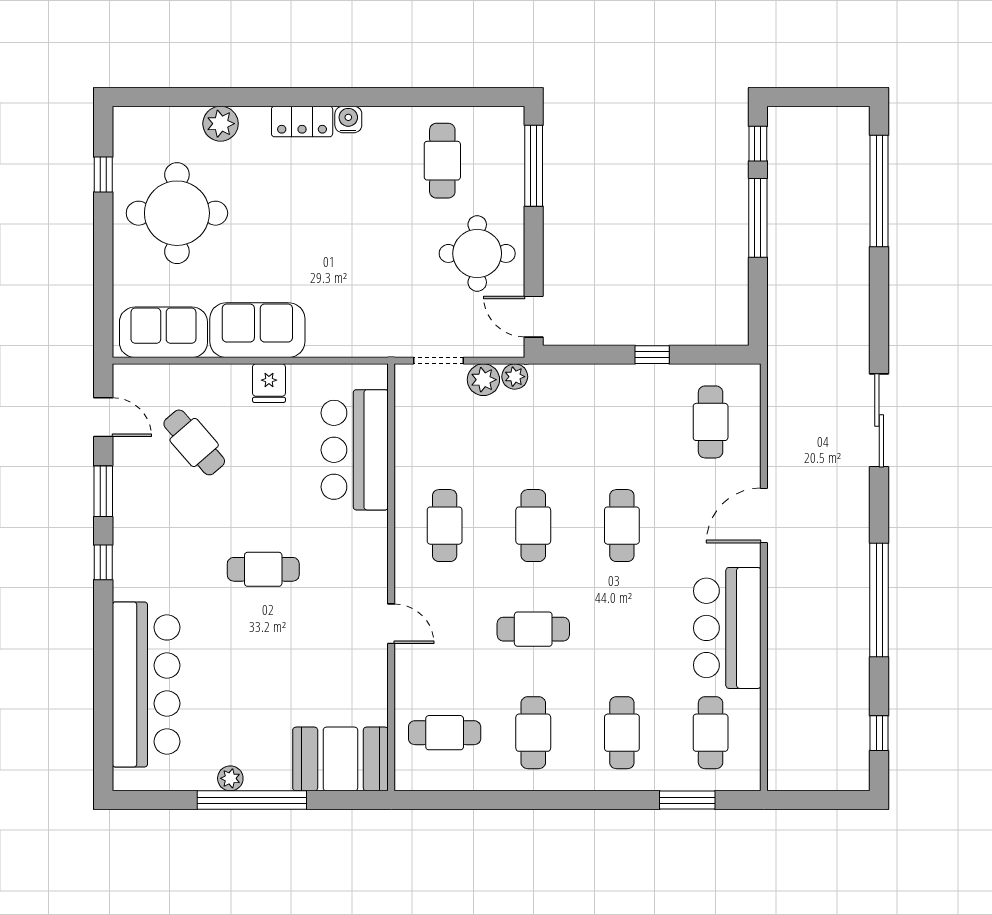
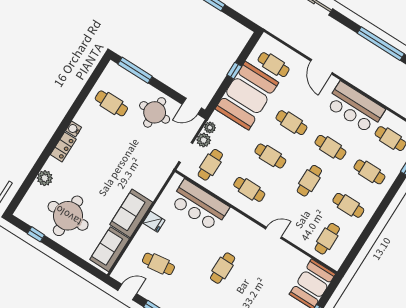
booth: (620, 409) -> (247, 96), added
cafe table: (445, 422) -> (210, 165), added
cafe table: (194, 442) -> (158, 264), turned 34
cafe table: (622, 629) -> (330, 147), added

